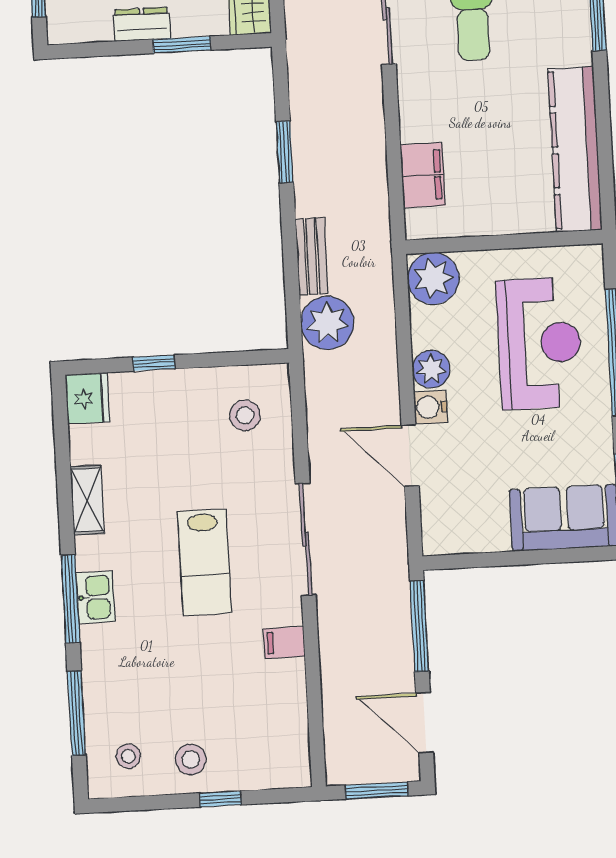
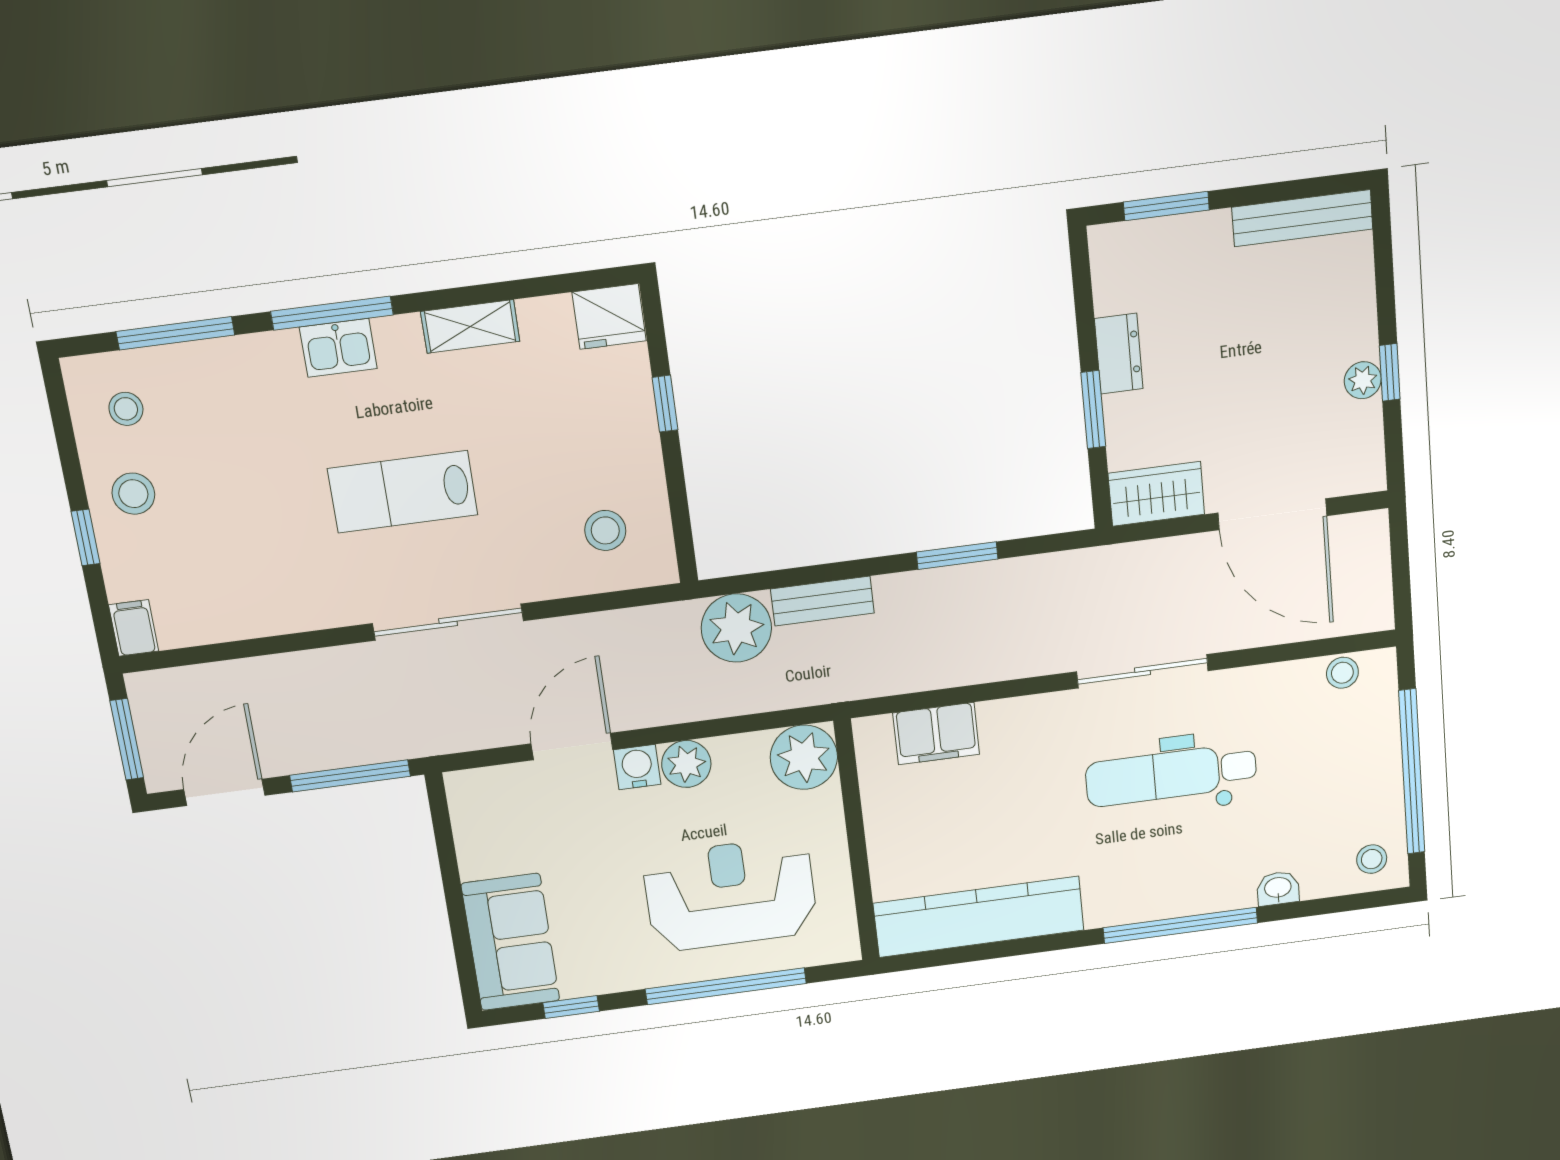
reception desk: (539, 343) -> (730, 894), turned 180
filing cabinet: (284, 643) -> (134, 628), moved

